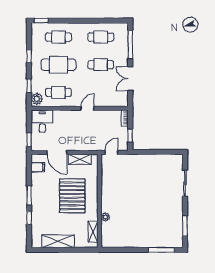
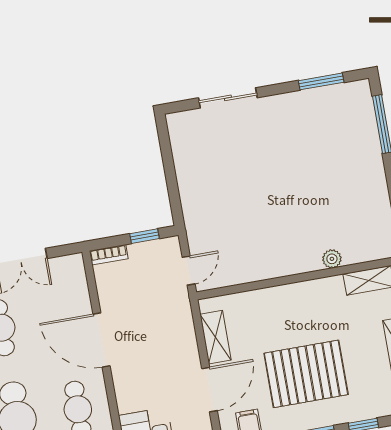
door: (87, 108) -> (102, 340), width x1.87
door: (111, 152) -> (189, 271), swing flipped
pallet: (72, 196) -> (306, 374), moved

